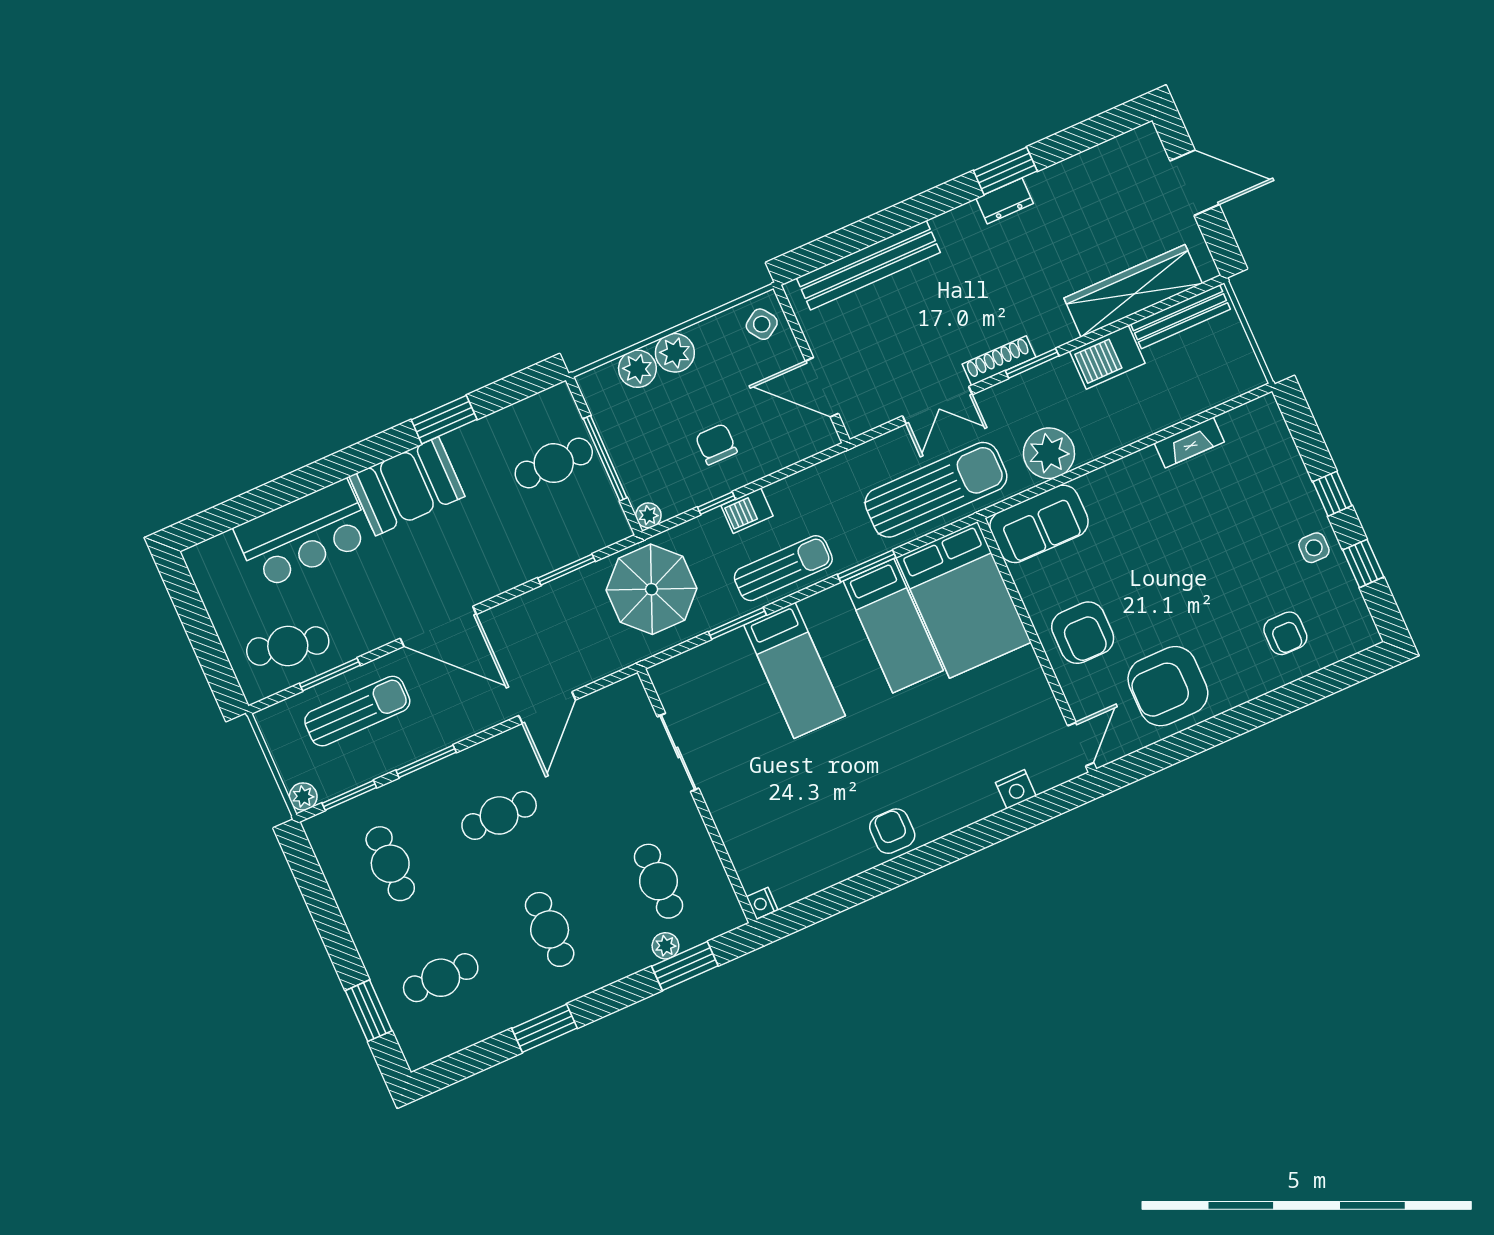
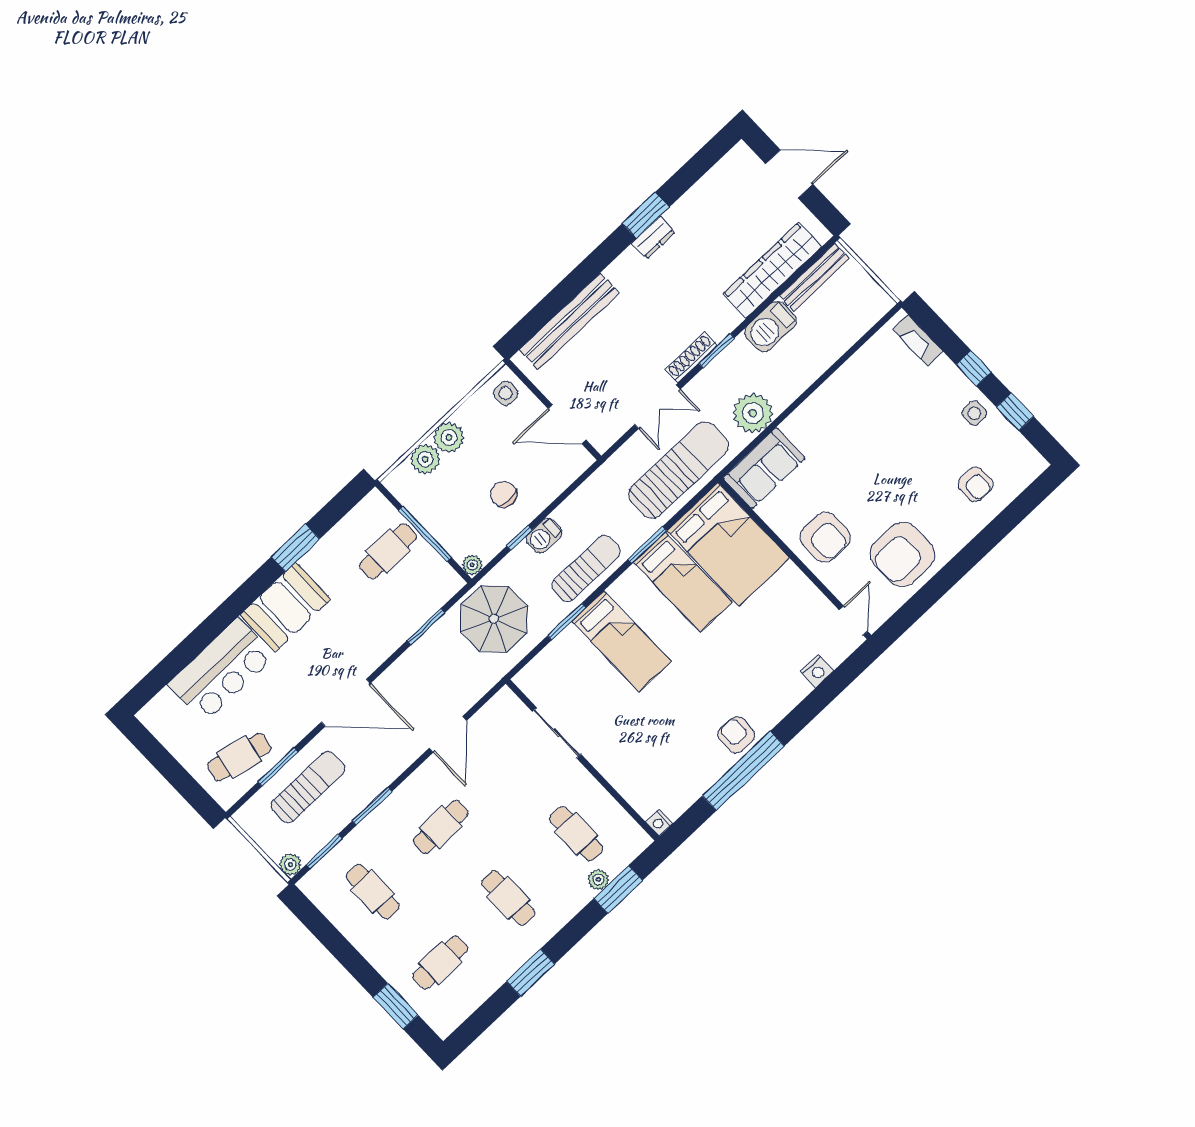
side table: (762, 324) -> (506, 393), turned 34
fireplace: (1189, 443) -> (918, 340), moved, turned 90
window: (885, 877) -> (743, 771), added

